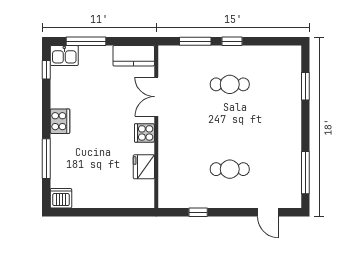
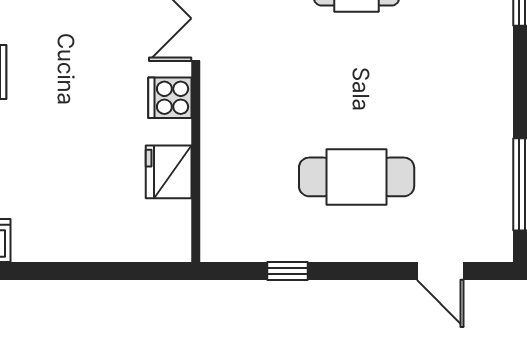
cafe table: (230, 169) -> (357, 177), width x1.37, depth x1.35

